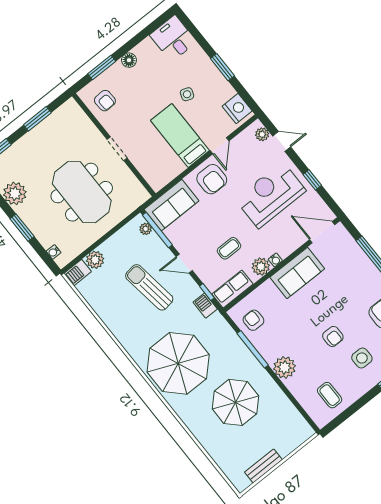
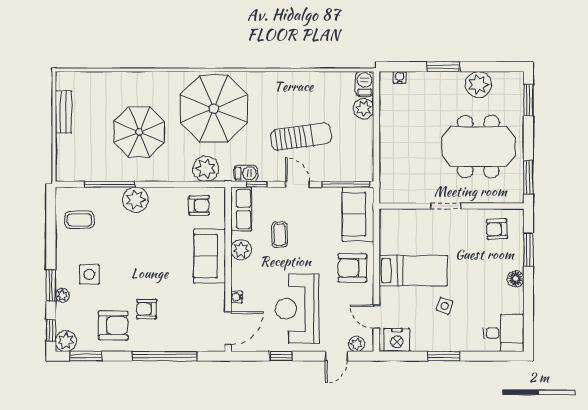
window: (37, 119) -> (528, 177), moved
door: (220, 146) -> (376, 317), moved
meeting table: (82, 192) -> (478, 147), moved
reception desk: (271, 195) -> (297, 309), turned 180
plant: (146, 229) -> (206, 169), moved, width x1.88, depth x1.88
water cooler: (275, 260) -> (237, 297), moved
door: (184, 264) -> (297, 184), hinge flipped
sofa: (297, 273) -> (210, 256), moved
armchair: (333, 336) -> (147, 309), moved
window: (253, 349) -> (110, 184), moved

